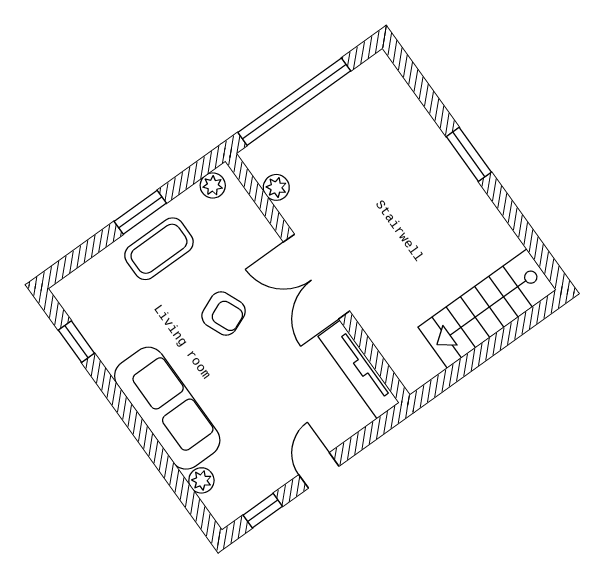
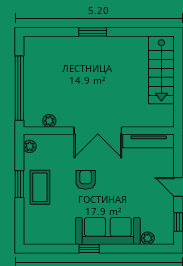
armchair: (224, 314) -> (86, 180), turned -67
window: (76, 342) -> (89, 249), moved

